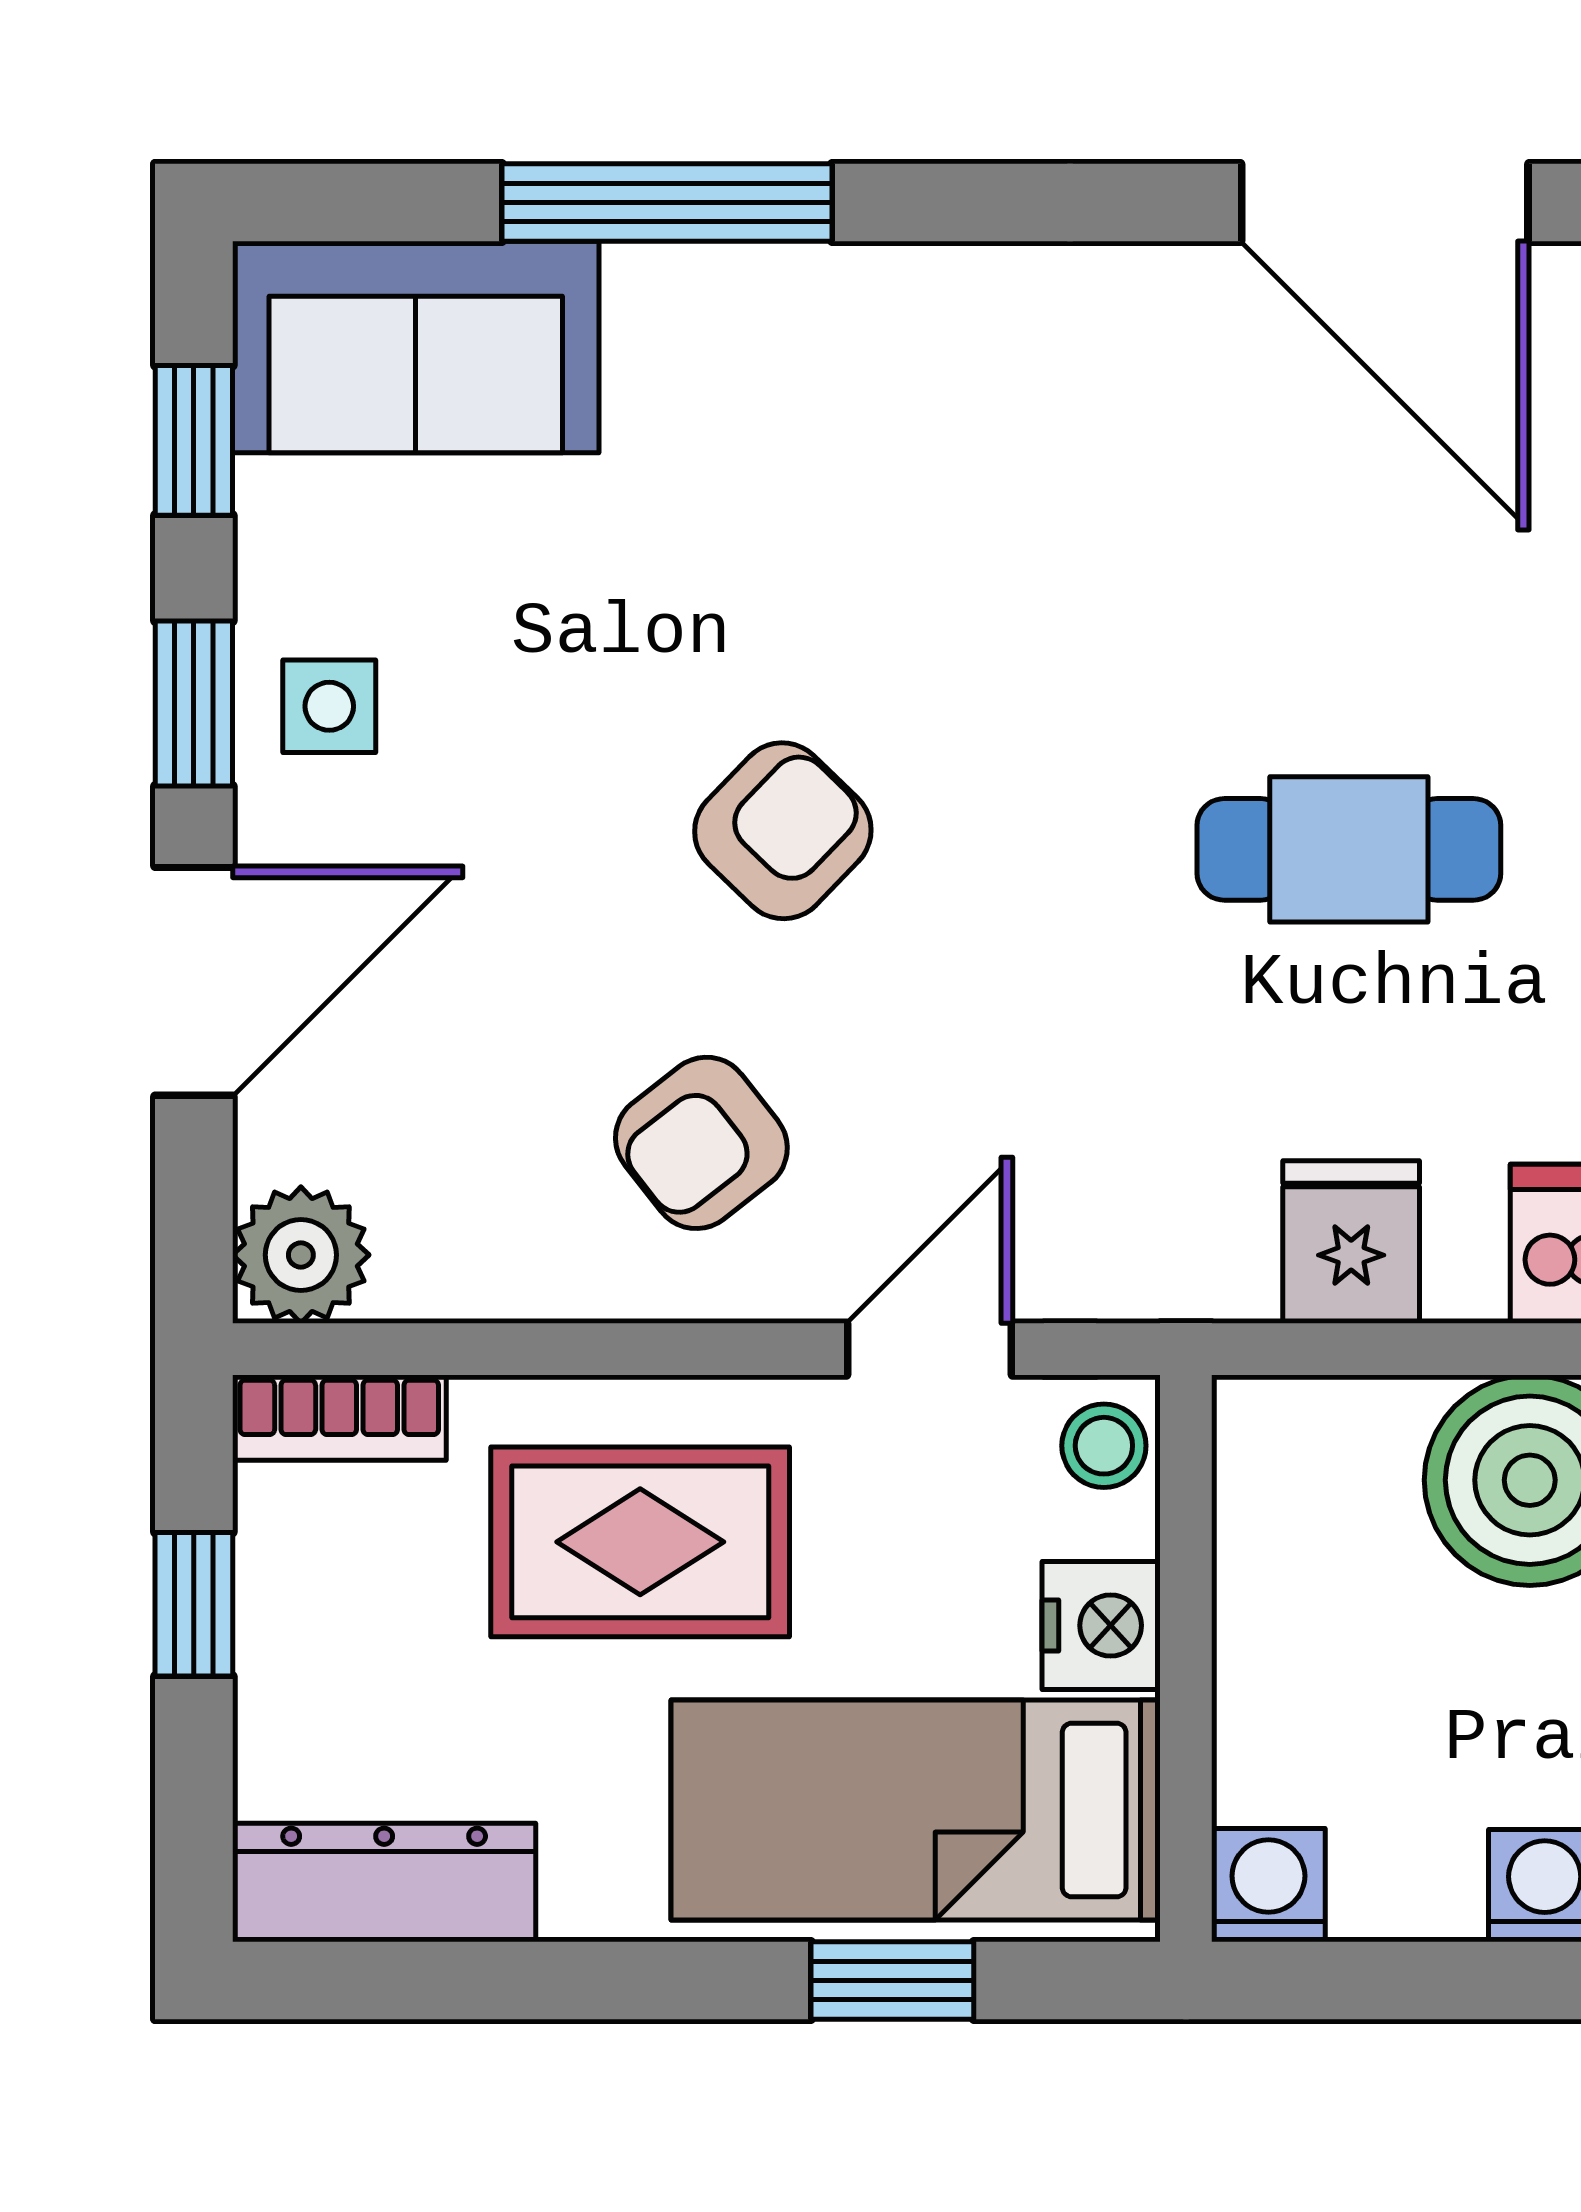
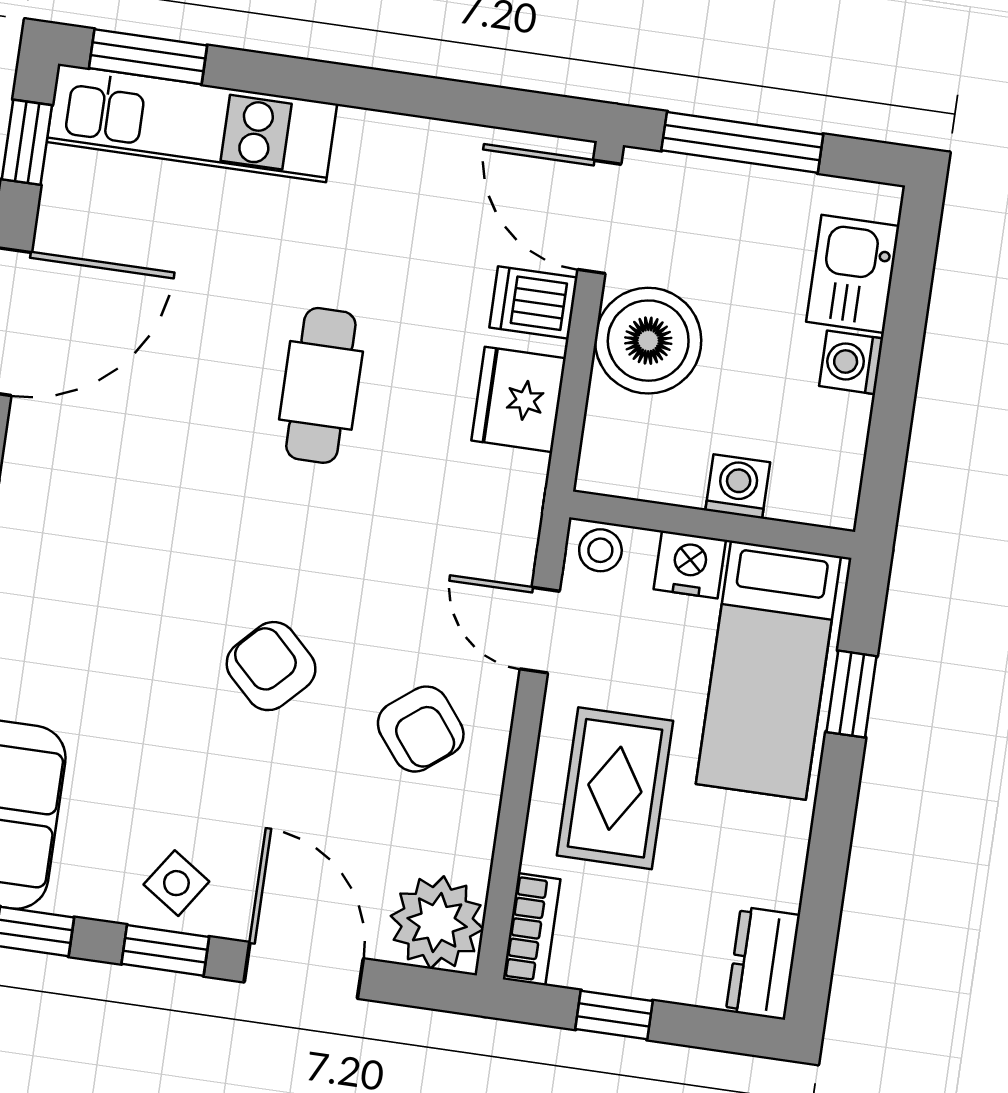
side table: (329, 706) -> (176, 883), turned 34
fridge: (1351, 1242) -> (519, 399), width x1.38
plant: (301, 1255) -> (437, 922), width x1.36, depth x1.36
dresser: (384, 1882) -> (763, 963), width x0.70
washing machine: (1268, 1885) -> (738, 486), moved, turned 90

